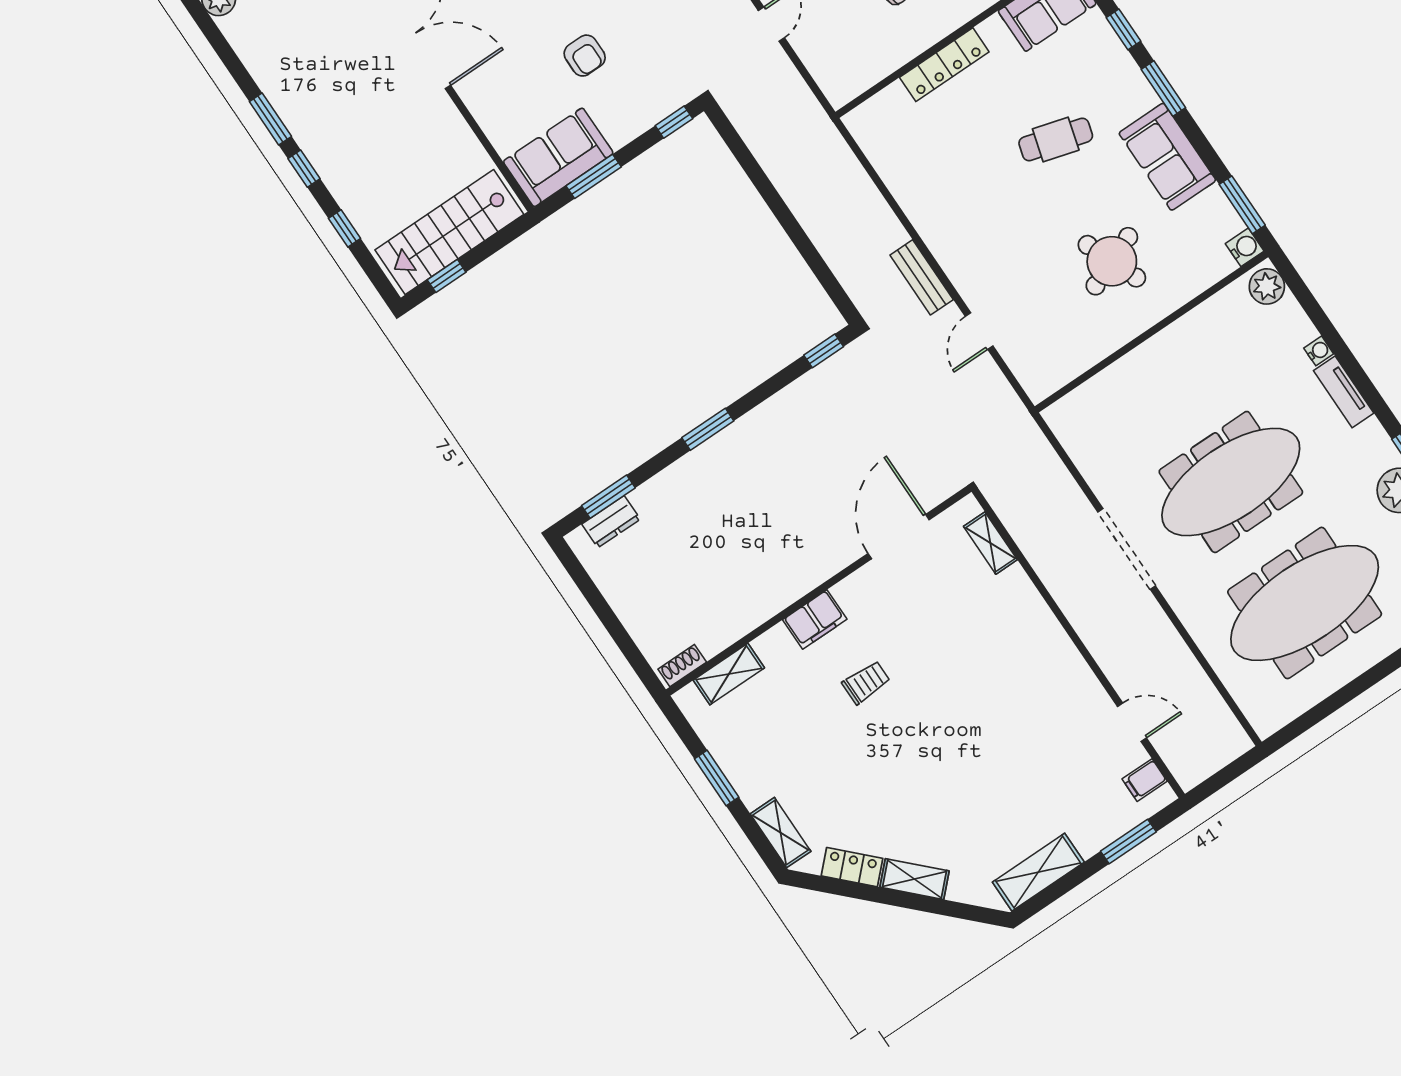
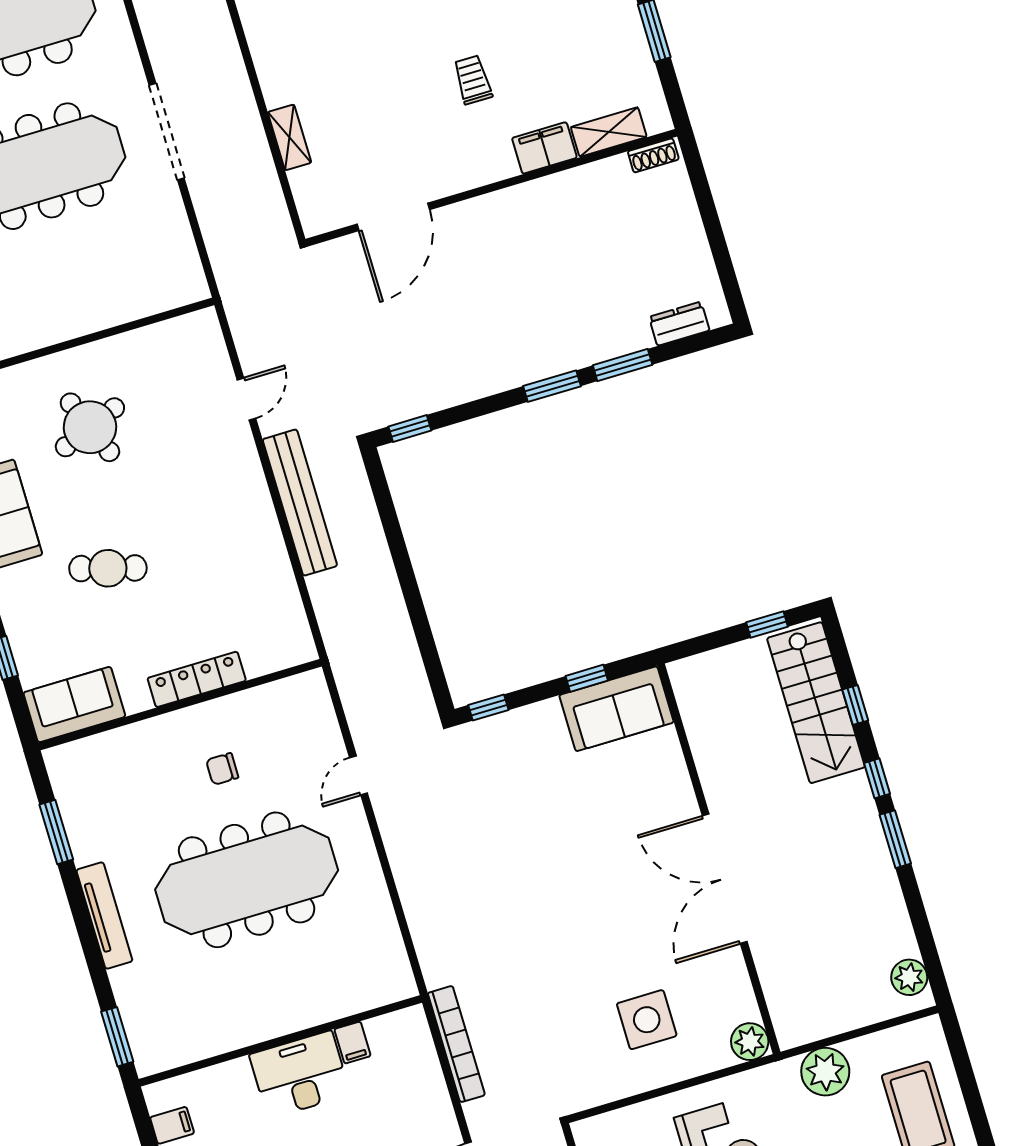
armchair: (585, 56) -> (557, 803), removed
window: (594, 176) -> (587, 678), width x0.67
stairs: (449, 232) -> (816, 703), moved, turned 90
bench: (922, 277) -> (300, 503), width x1.86, depth x1.21
window: (608, 497) -> (623, 365), moved
shelving: (990, 543) -> (289, 137), moved
filing cabinet: (815, 619) -> (544, 148), moved
trolley: (866, 682) -> (473, 80), turned 90

